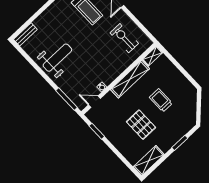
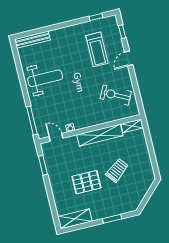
bench: (25, 34) -> (32, 40), width x1.36
exercise bike: (124, 38) -> (116, 95), turned -63
trolley: (161, 100) -> (117, 170), turned 52
pallet: (141, 125) -> (86, 182), turned 90

